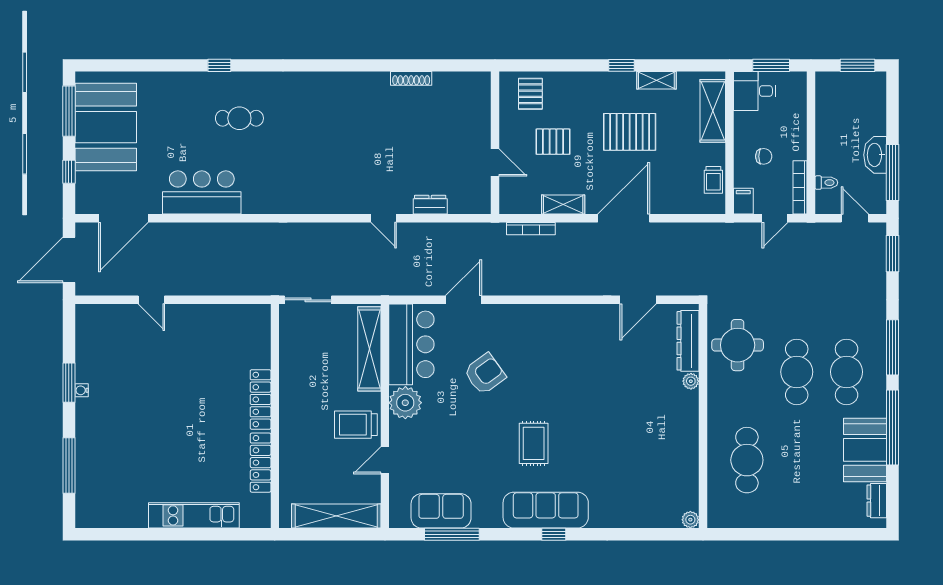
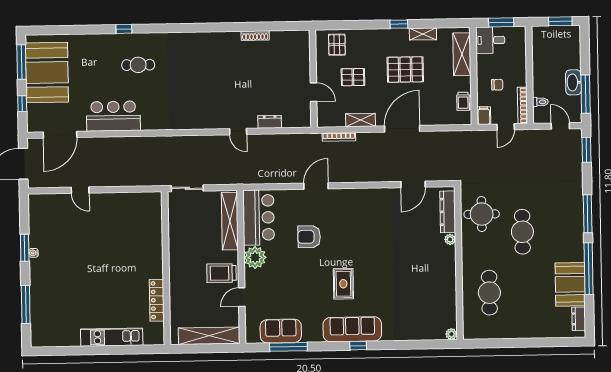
door: (463, 300) -> (316, 186), moved
cafe table: (847, 372) -> (556, 231), removed
armchair: (485, 374) -> (309, 237), turned -144
locker: (261, 399) -> (156, 257), removed

